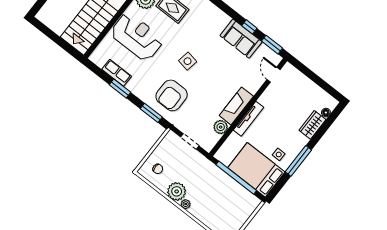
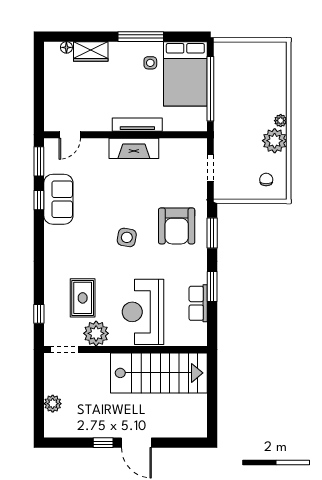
armchair: (172, 95) -> (177, 226), turned 90
plant: (221, 127) -> (169, 147), removed

